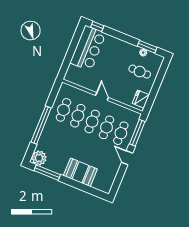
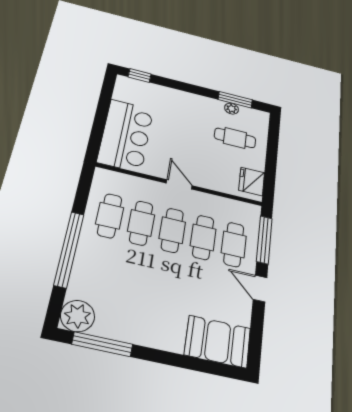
bar counter: (88, 48) -> (126, 135), moved
booth: (80, 172) -> (218, 341), moved

